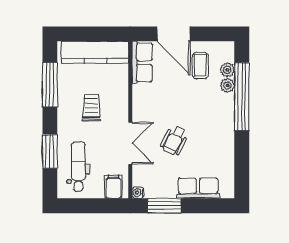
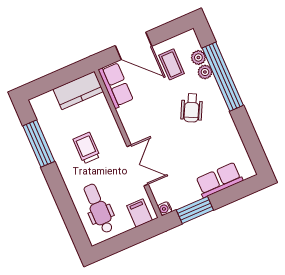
kitchen counter: (95, 52) -> (78, 90), width x0.67
wheelchair: (174, 140) -> (192, 108), moved
window: (50, 151) -> (66, 206), removed

